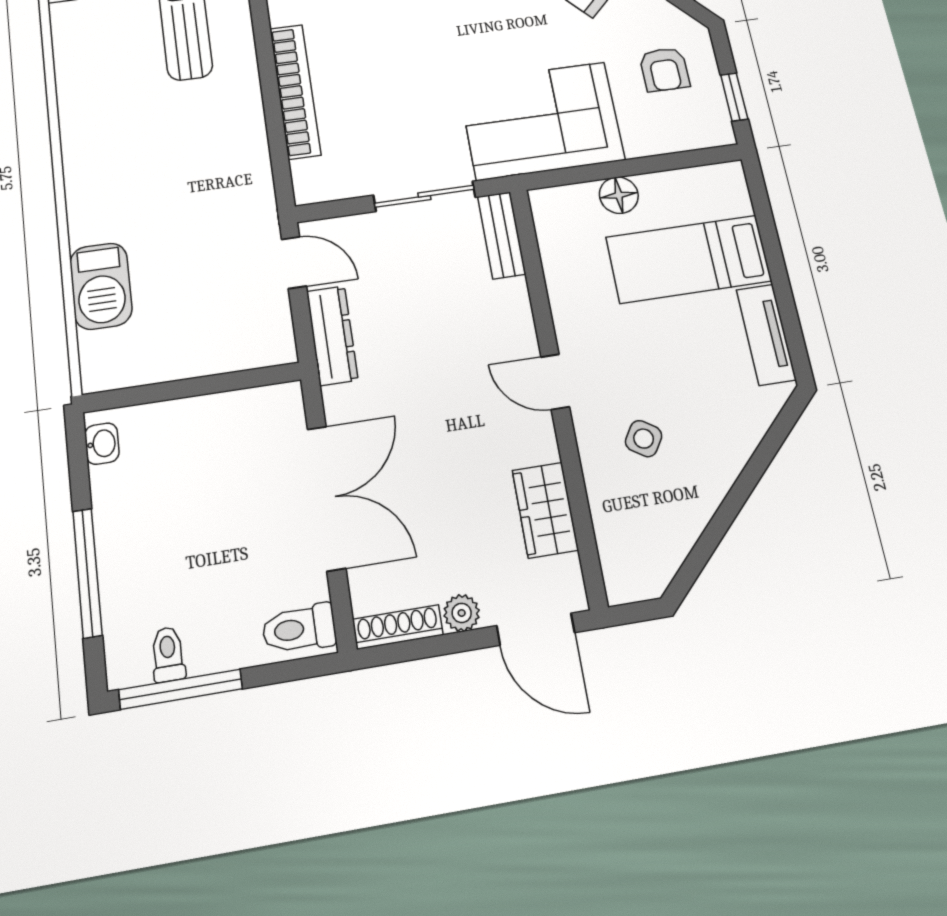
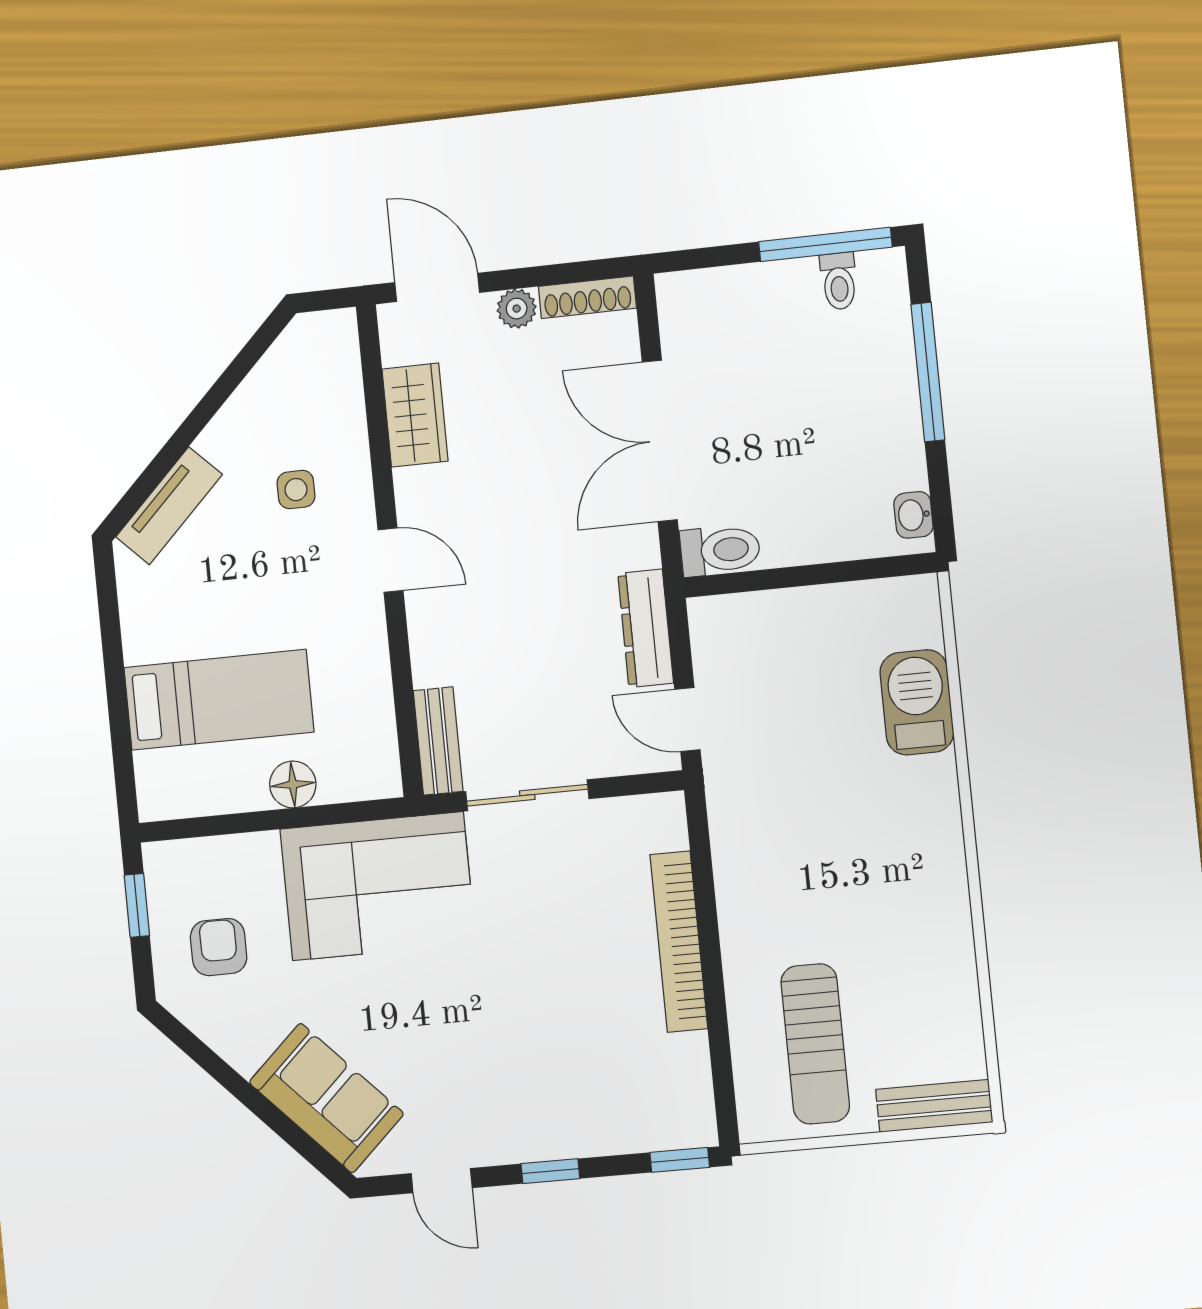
tv unit: (766, 335) -> (169, 506), moved, turned 45
side table: (644, 439) -> (296, 490), turned -33
toilet: (299, 629) -> (720, 550), moved

